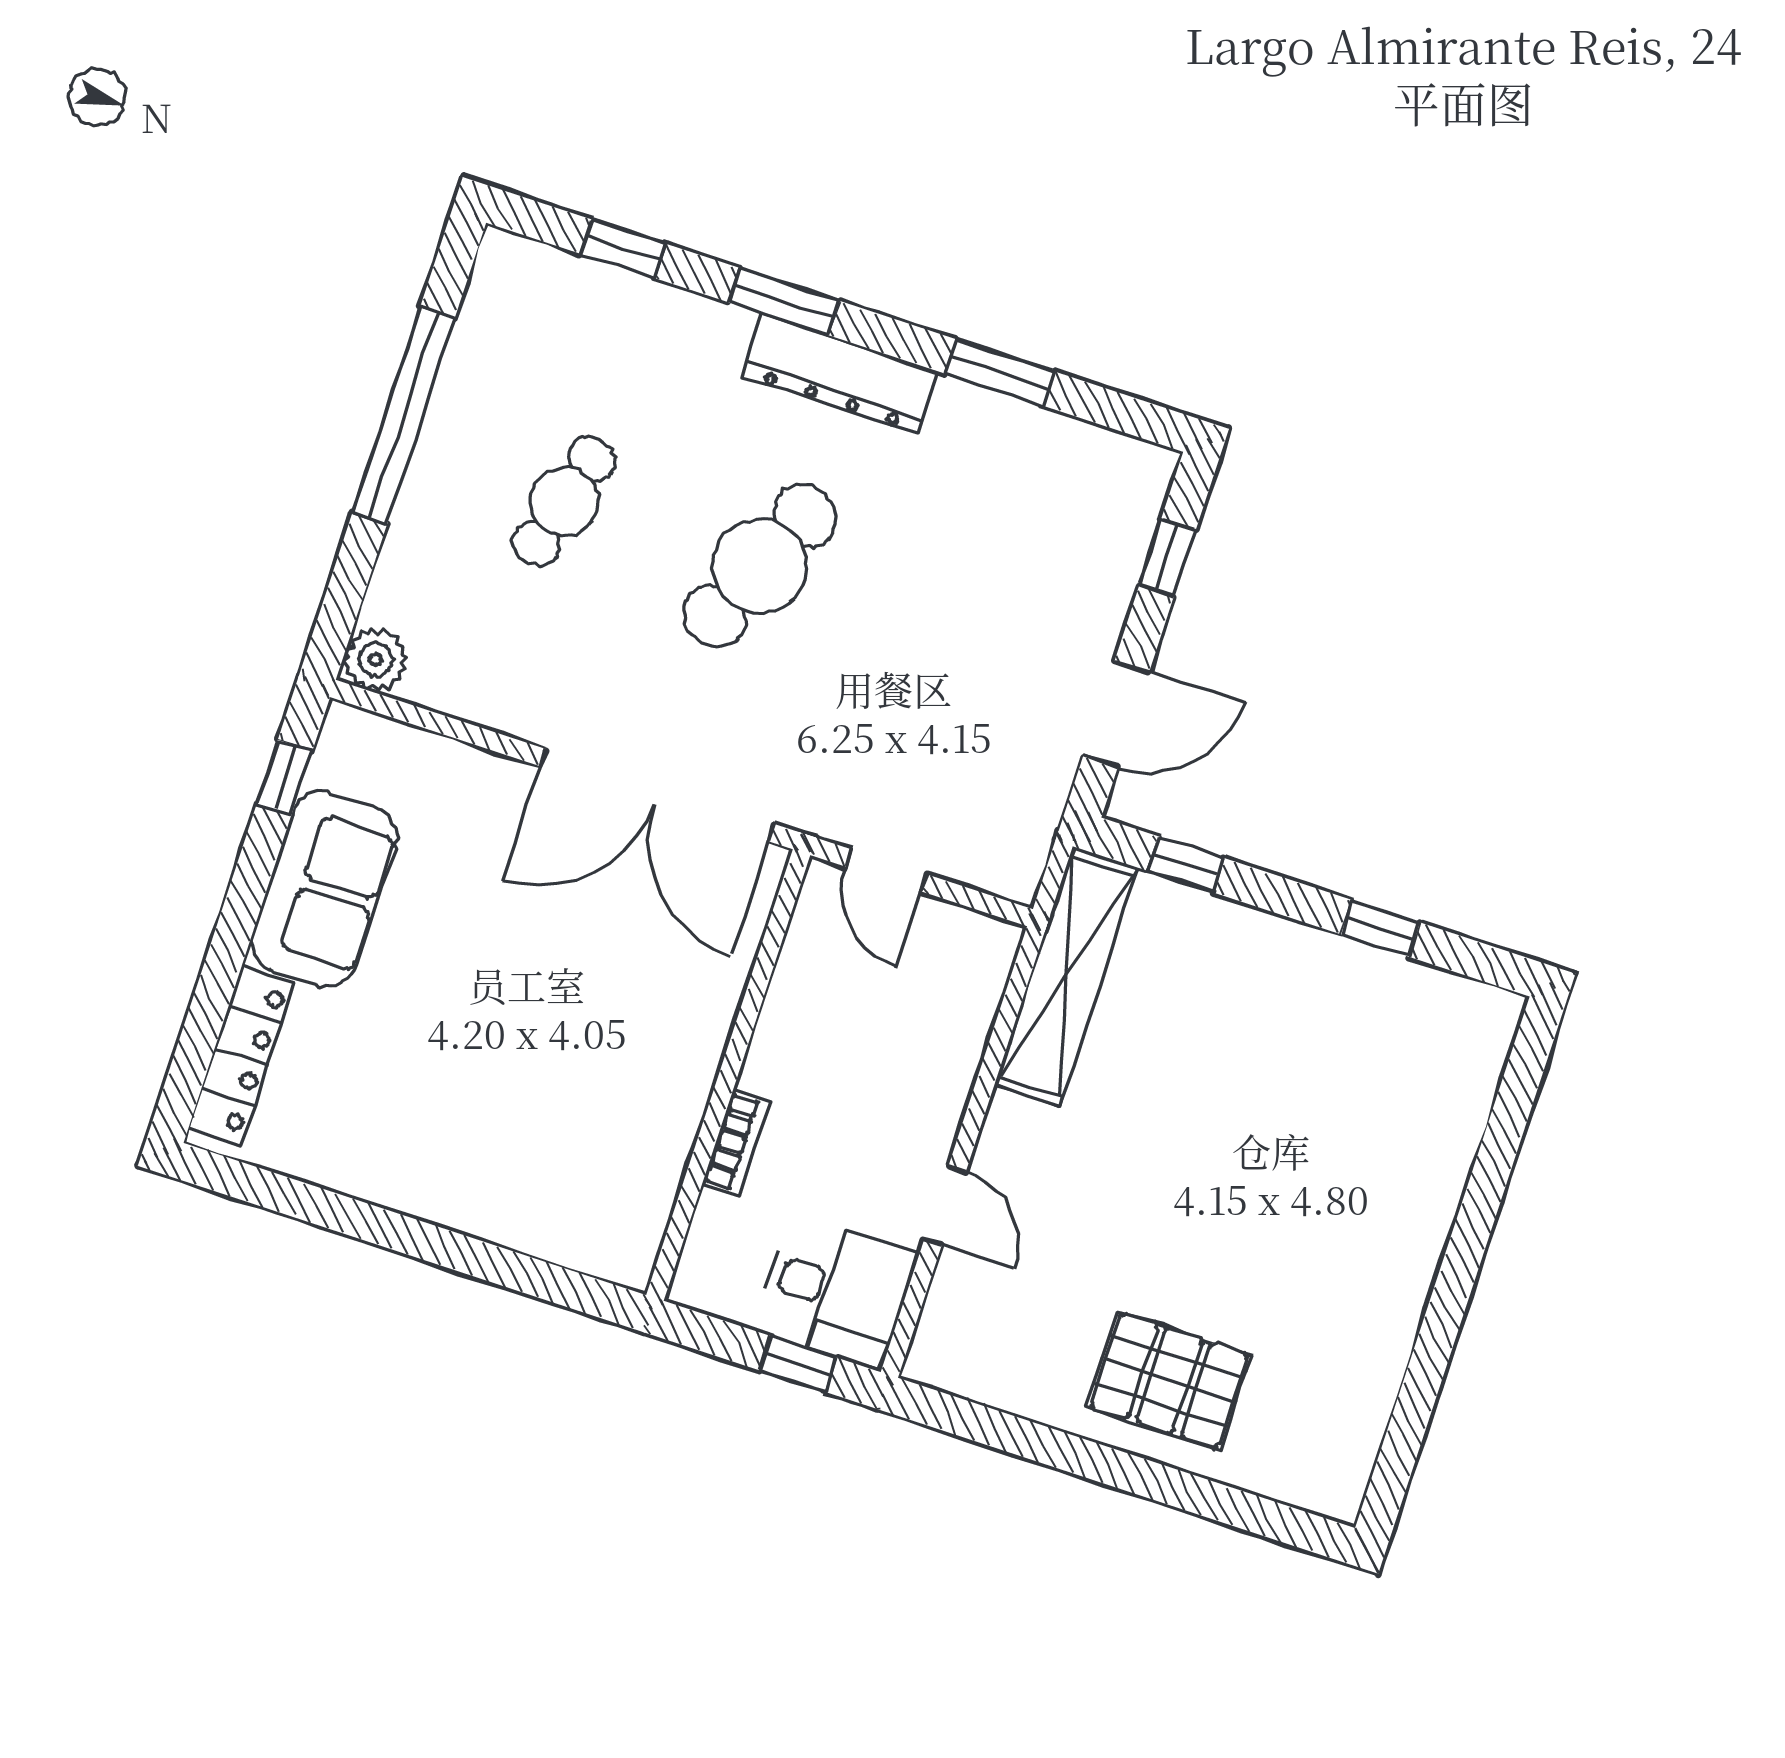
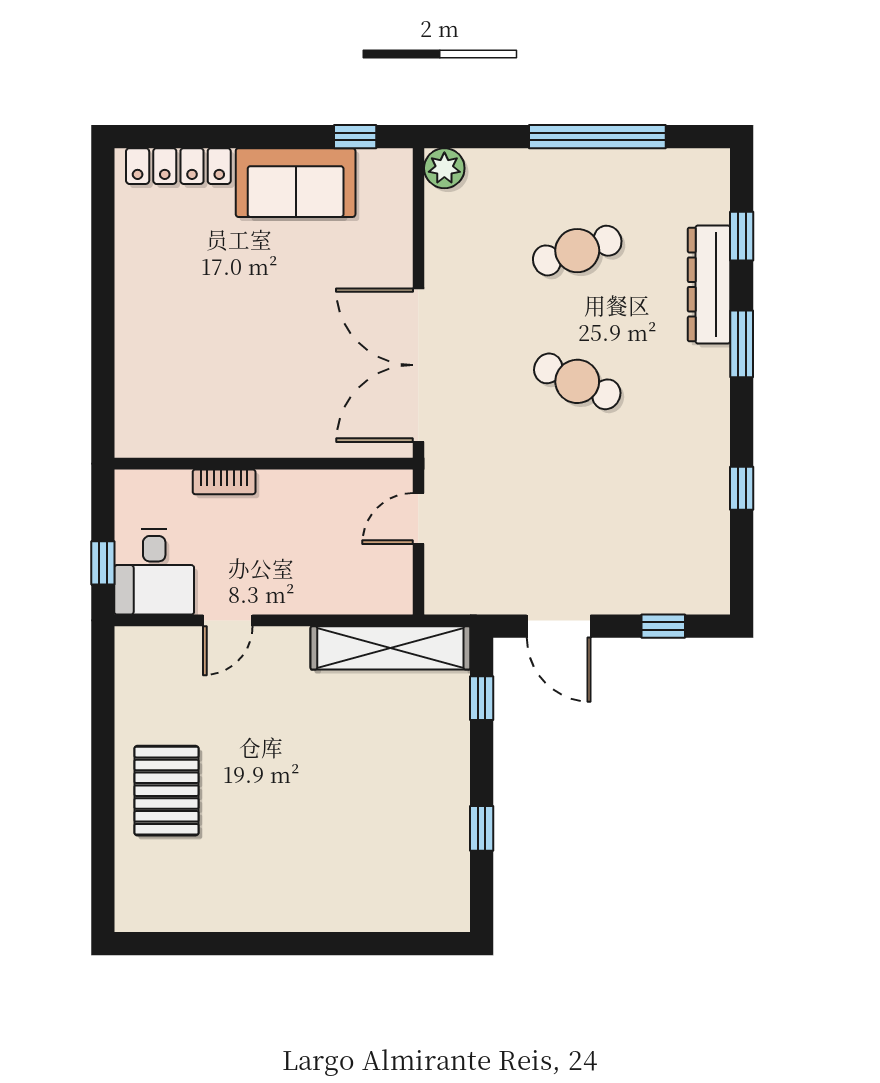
window: (1000, 373) -> (742, 488), width x0.67
dresser: (840, 374) -> (709, 284), moved
cafe table: (564, 502) -> (577, 251), turned -33
cafe table: (759, 566) -> (577, 381), width x0.73, depth x0.74

